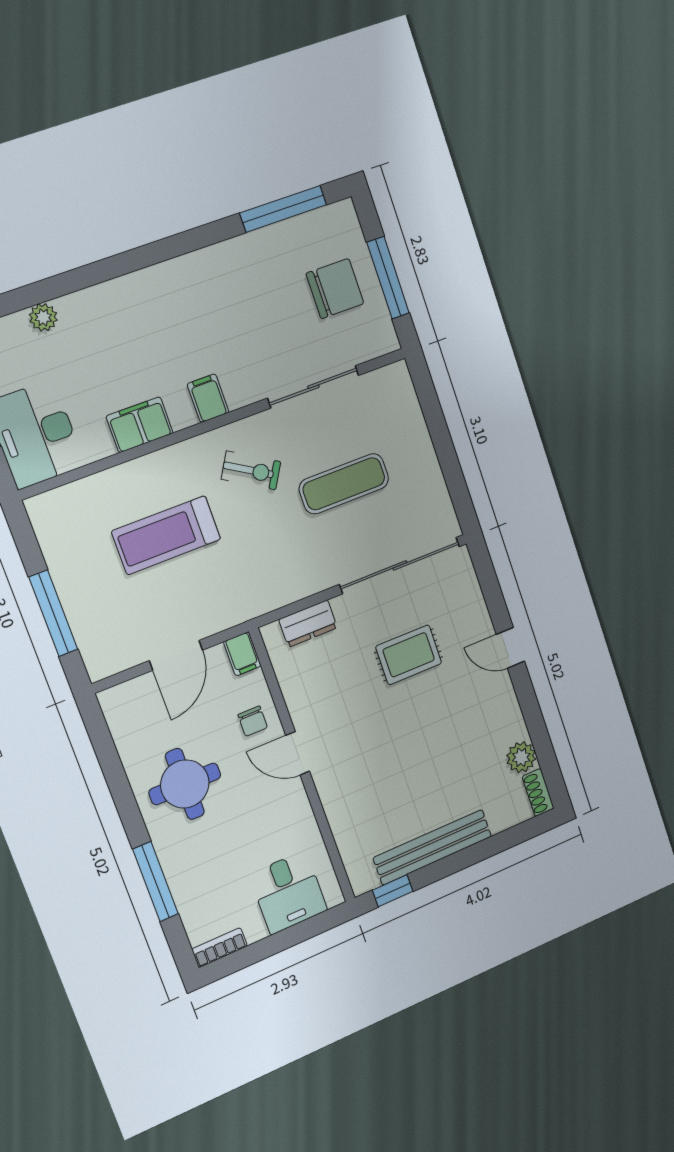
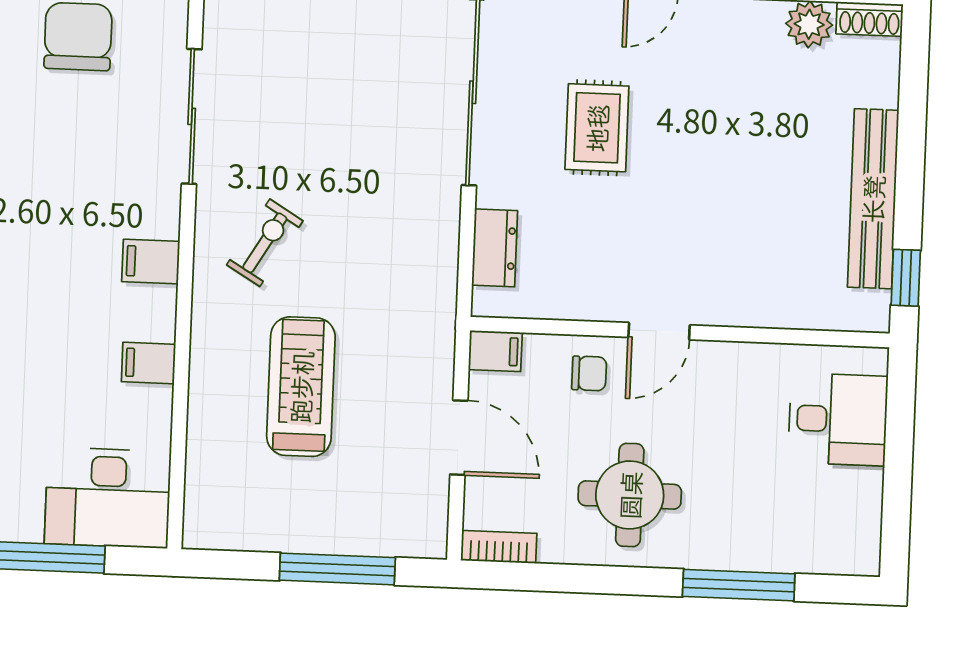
filing cabinet: (140, 425) -> (149, 363), width x0.50
exercise mat: (344, 484) -> (333, 126), removed
treadmill: (166, 535) -> (301, 387), turned 180
bookcase: (220, 948) -> (499, 547), moved, turned 90

